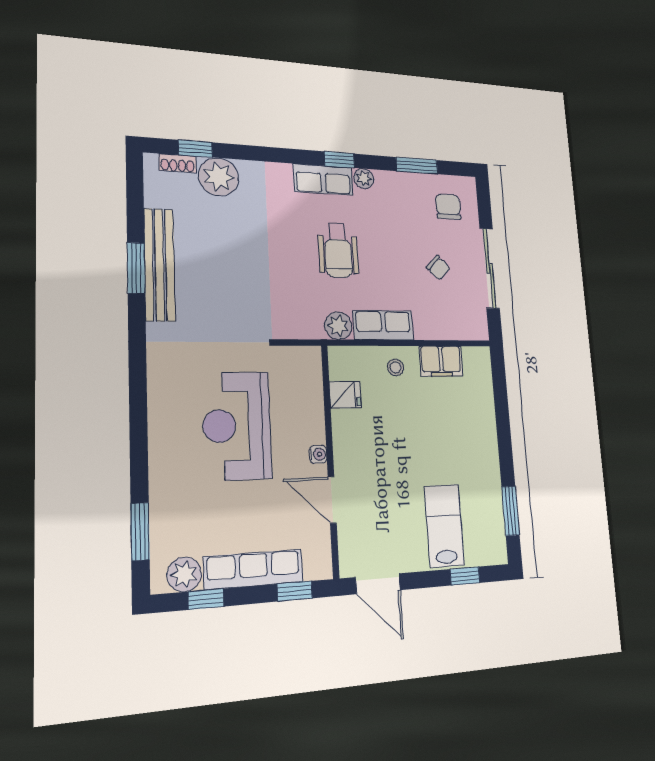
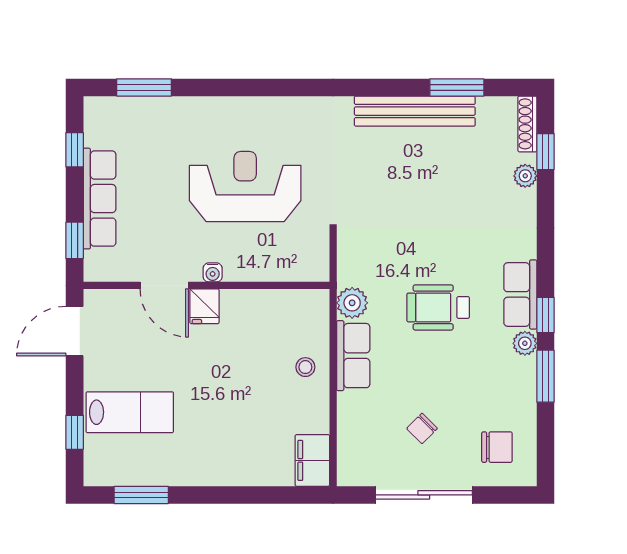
shoe rack: (178, 163) -> (527, 124), width x1.43
window: (417, 166) -> (545, 376), moved
plant: (219, 177) -> (525, 176), width x0.53, depth x0.53
window: (136, 268) -> (457, 87), moved
filing cabinet: (441, 361) -> (312, 460), moved
fridge: (345, 395) -> (204, 306), moved
door: (332, 500) -> (164, 285), swing flipped
plant: (184, 574) -> (100, 129), removed

